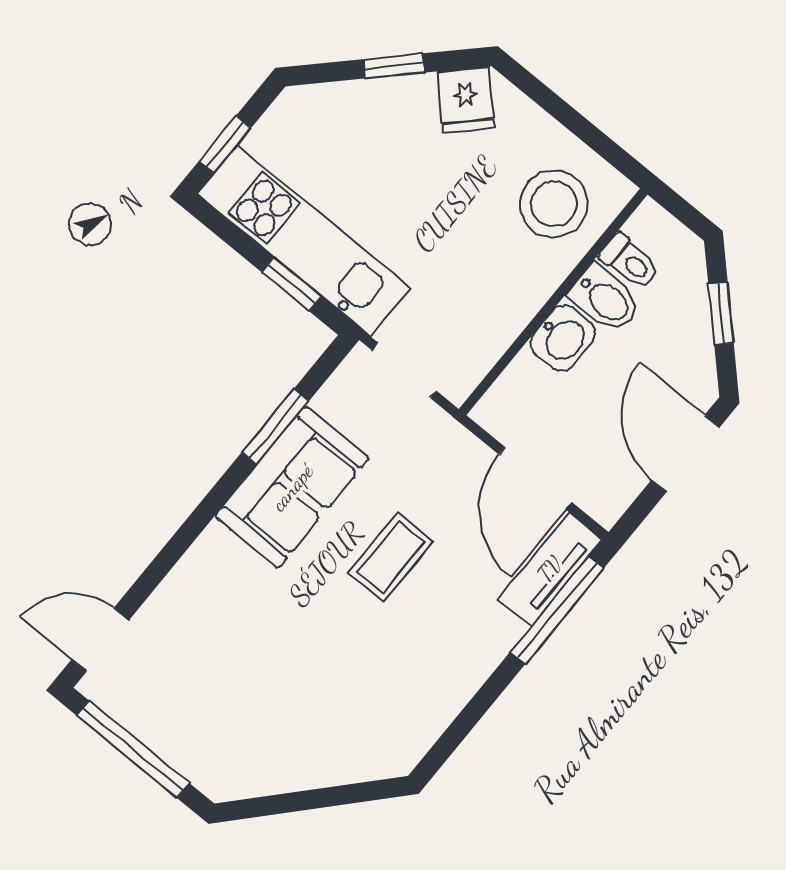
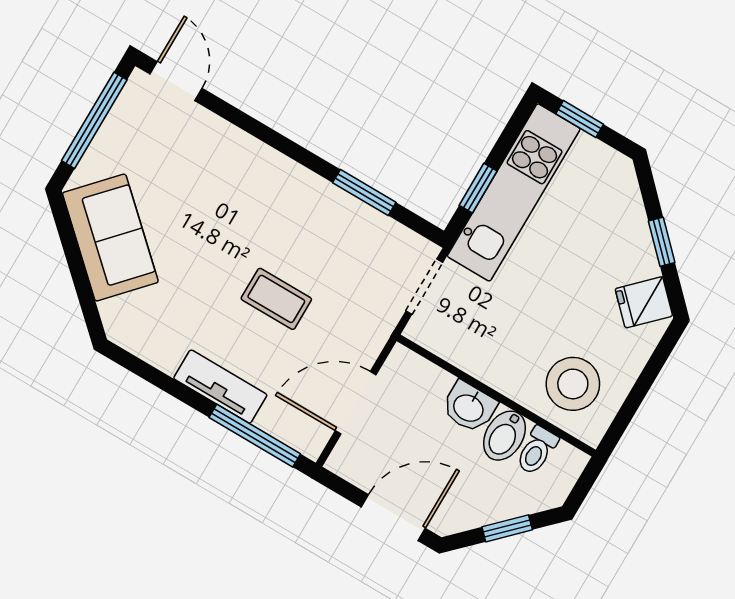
sofa: (292, 487) -> (110, 238), moved, turned -138
tv unit: (550, 569) -> (220, 387), moved

